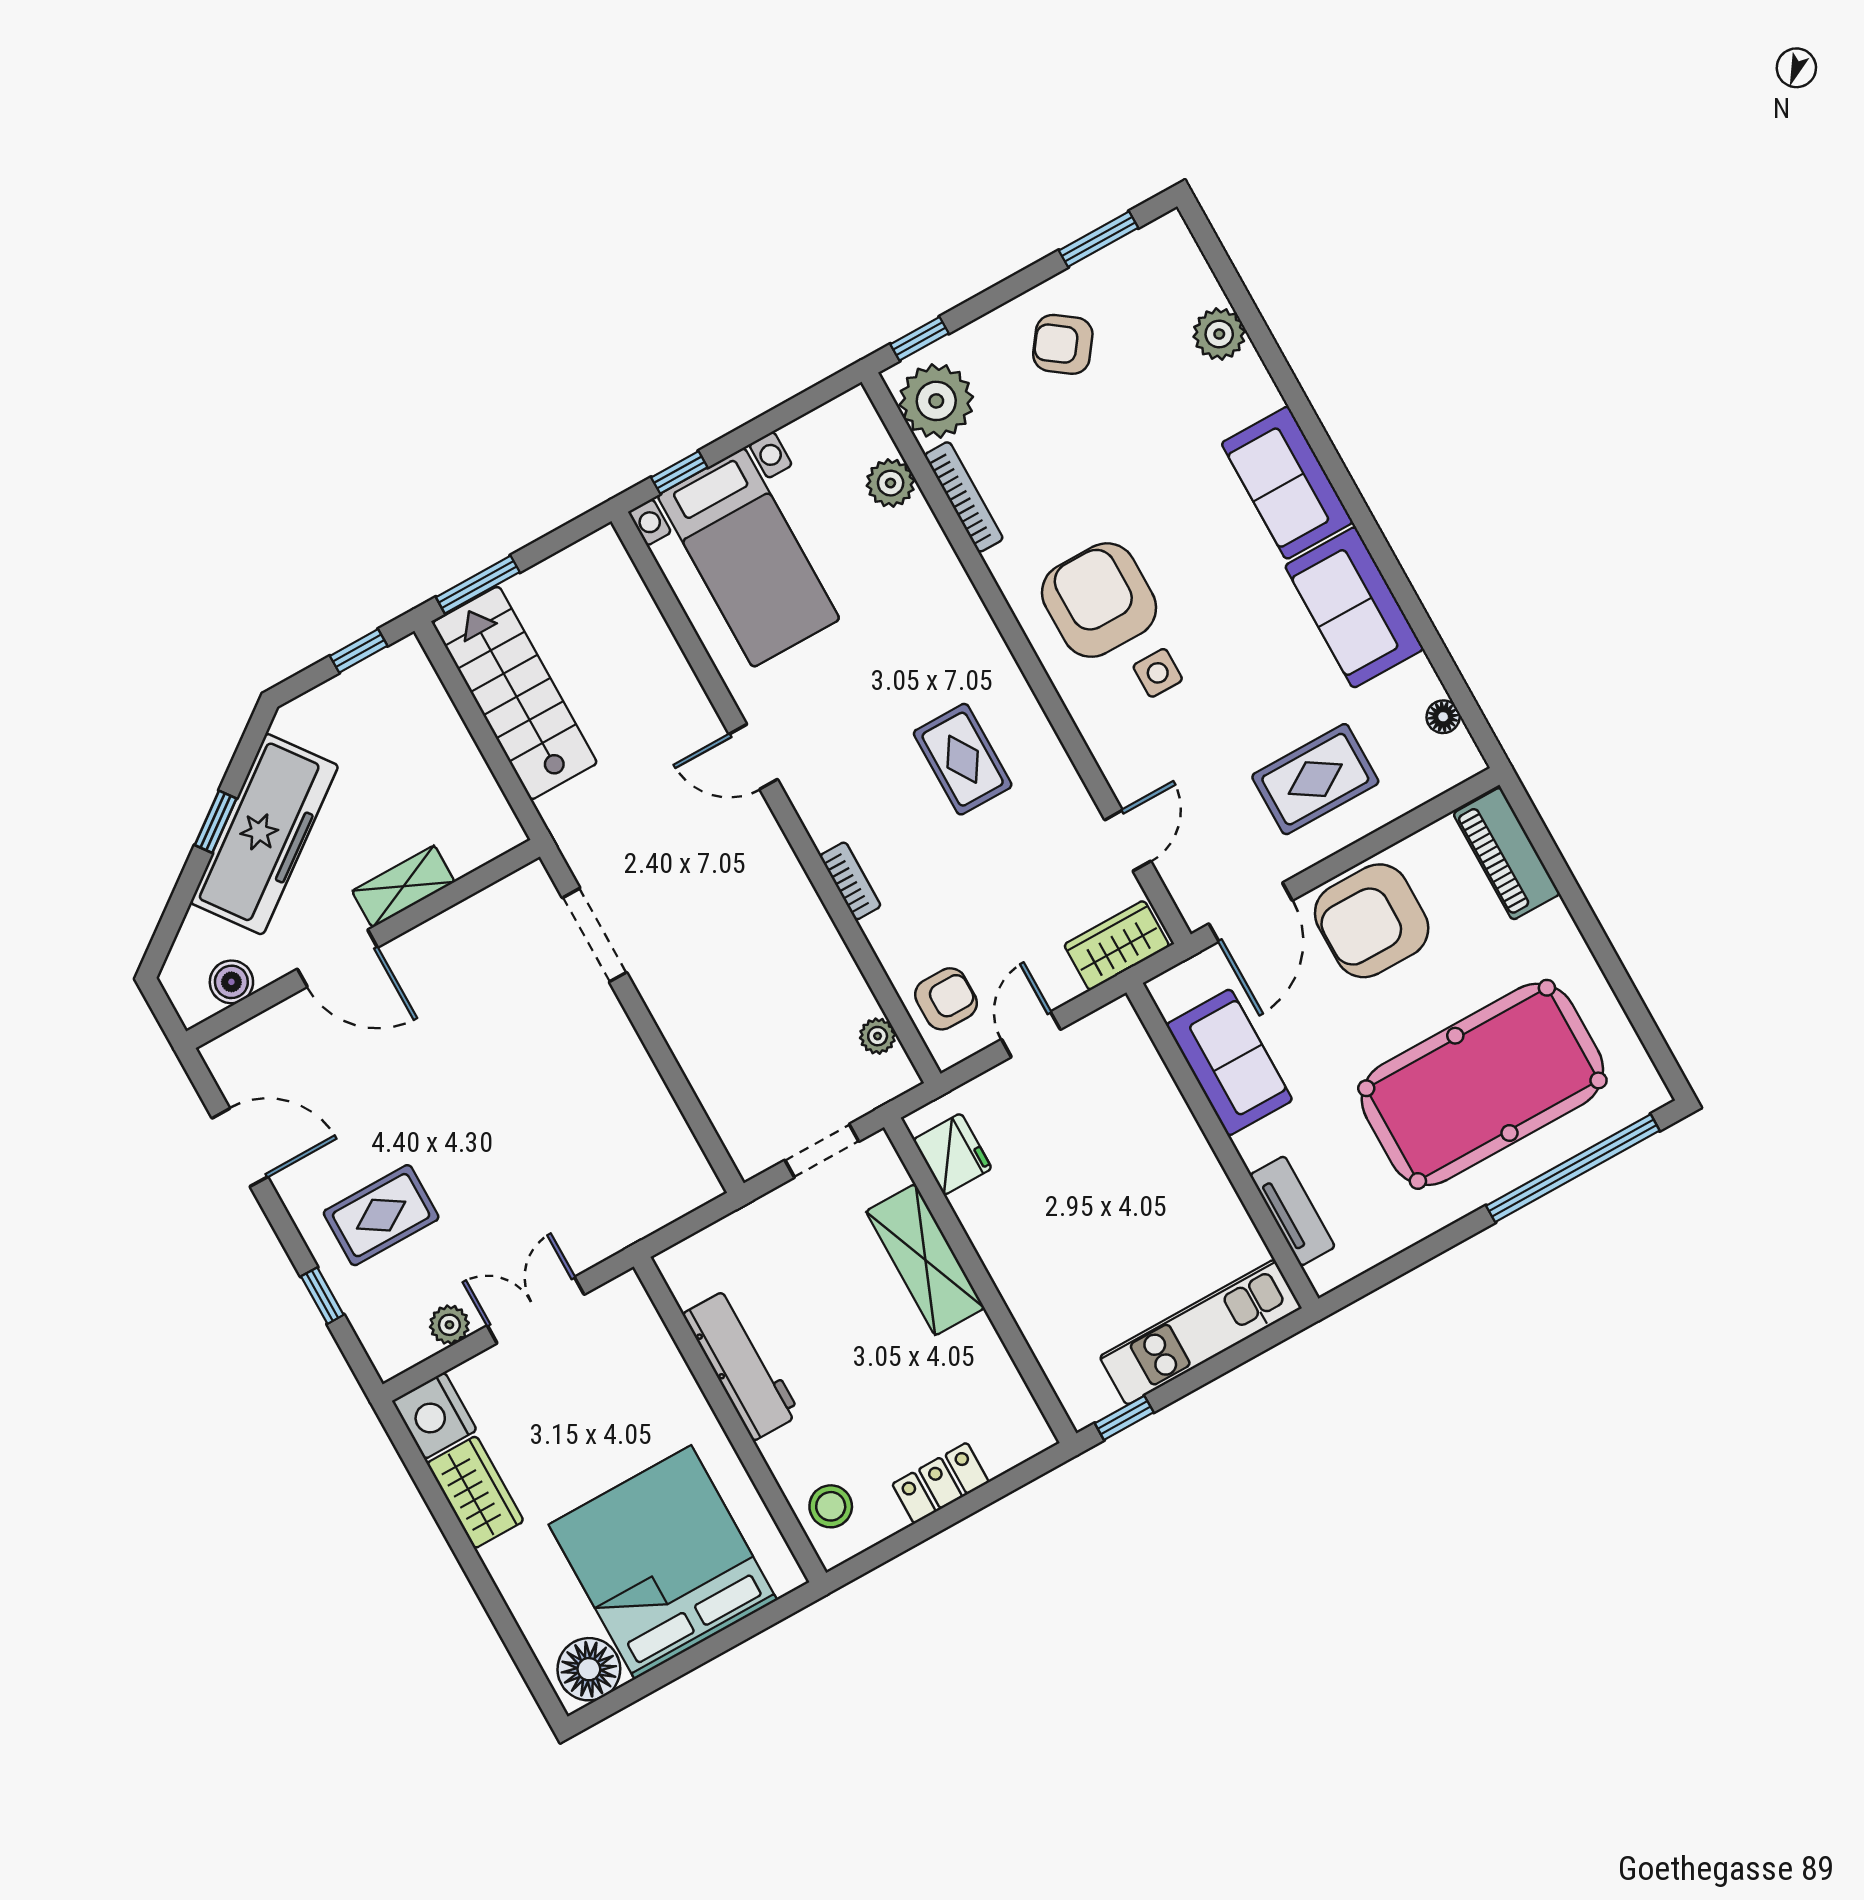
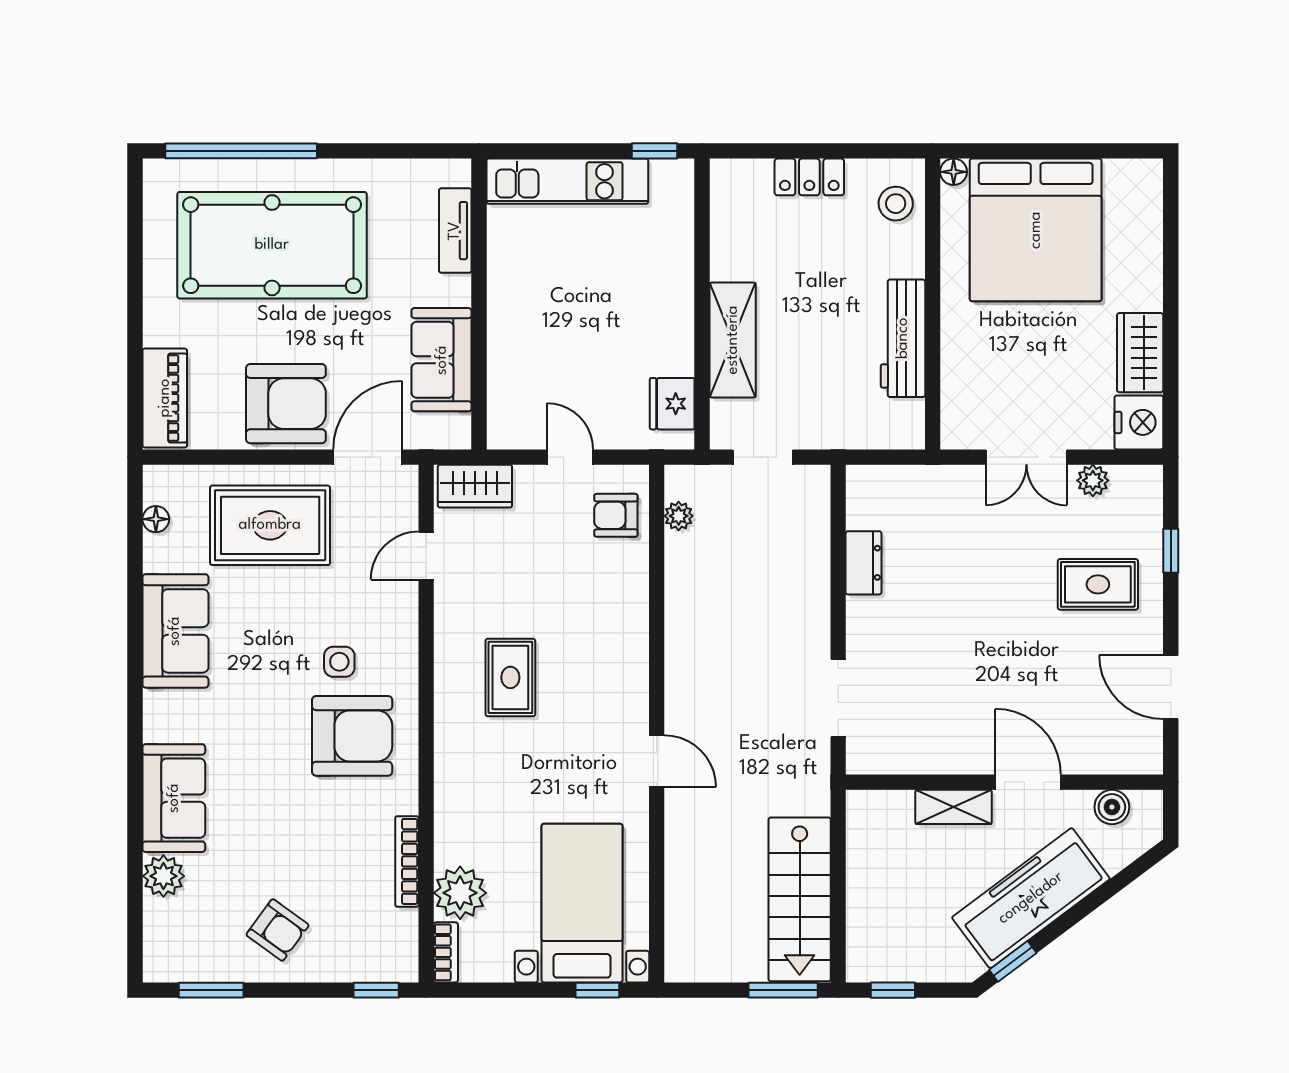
plant: (936, 401) -> (389, 940), removed
plant: (891, 483) -> (460, 893), width x1.36, depth x1.36
sofa: (1287, 483) -> (174, 798), moved
armchair: (1099, 600) -> (352, 736), turned -90
rug: (1315, 779) -> (270, 525), width x1.36, depth x1.43
window: (216, 822) -> (1013, 961), moved
bookcase: (850, 881) -> (446, 952), moved, turned 180
door: (1031, 1034) -> (570, 457), swing flipped
dresser: (649, 1097) -> (864, 563), added
floor lamp: (589, 1669) -> (954, 172), moved, width x0.53, depth x0.53

